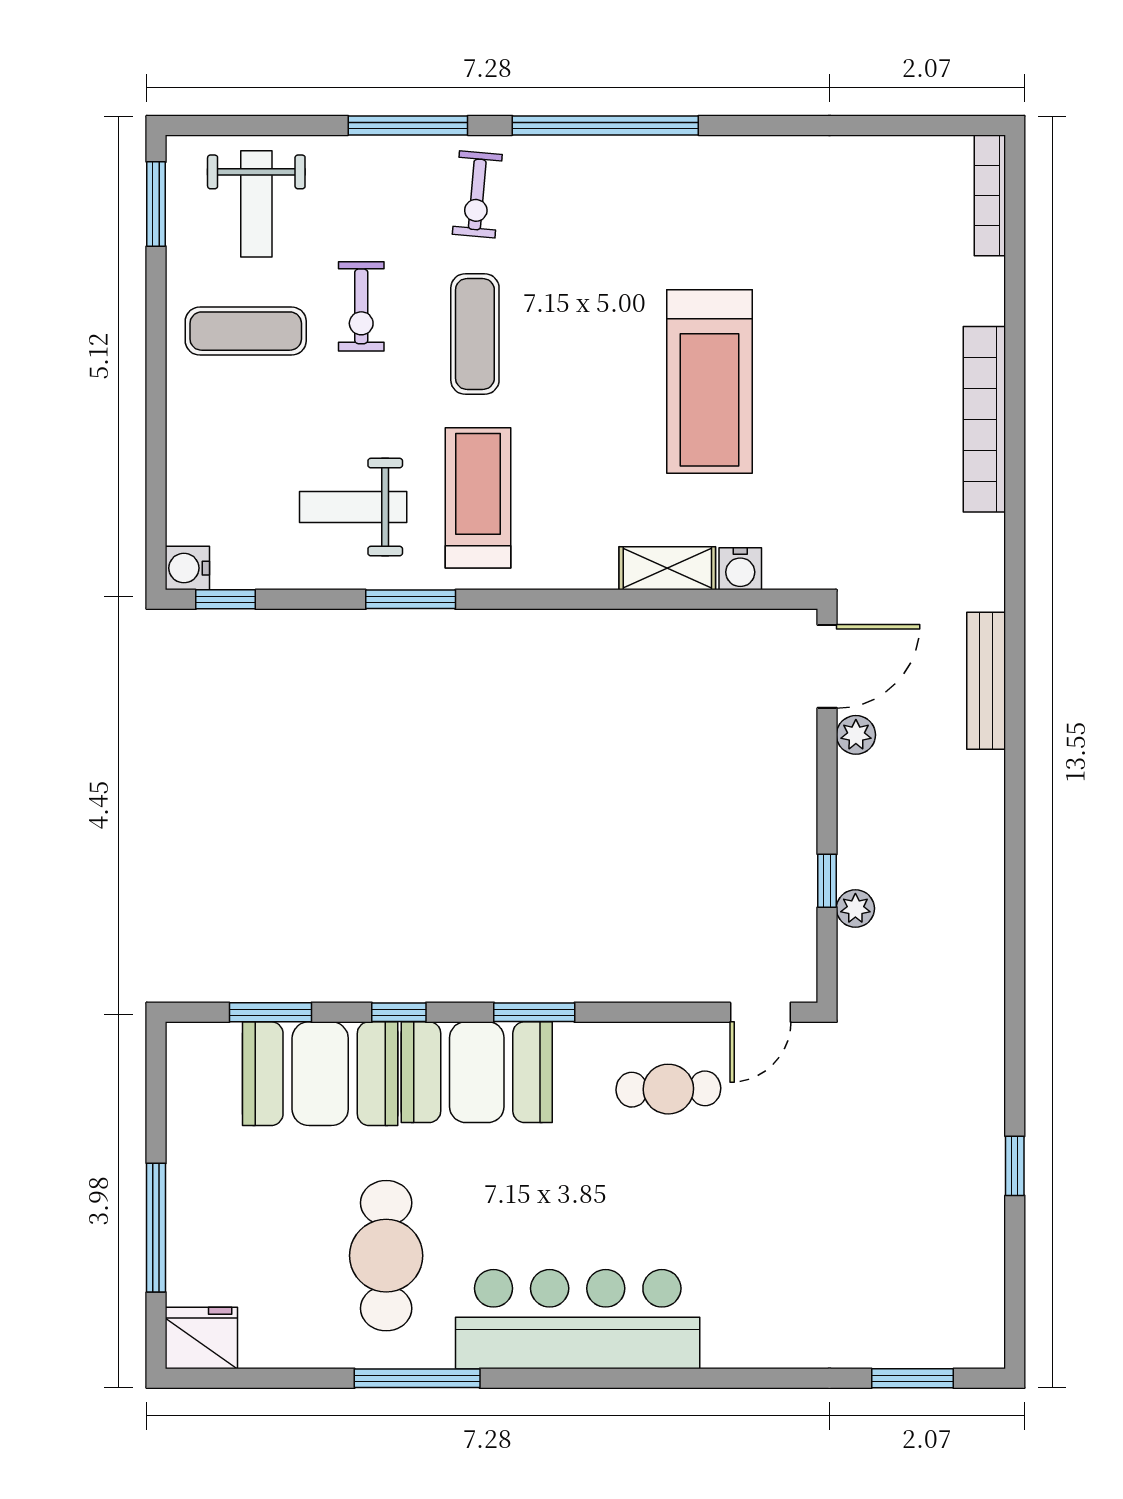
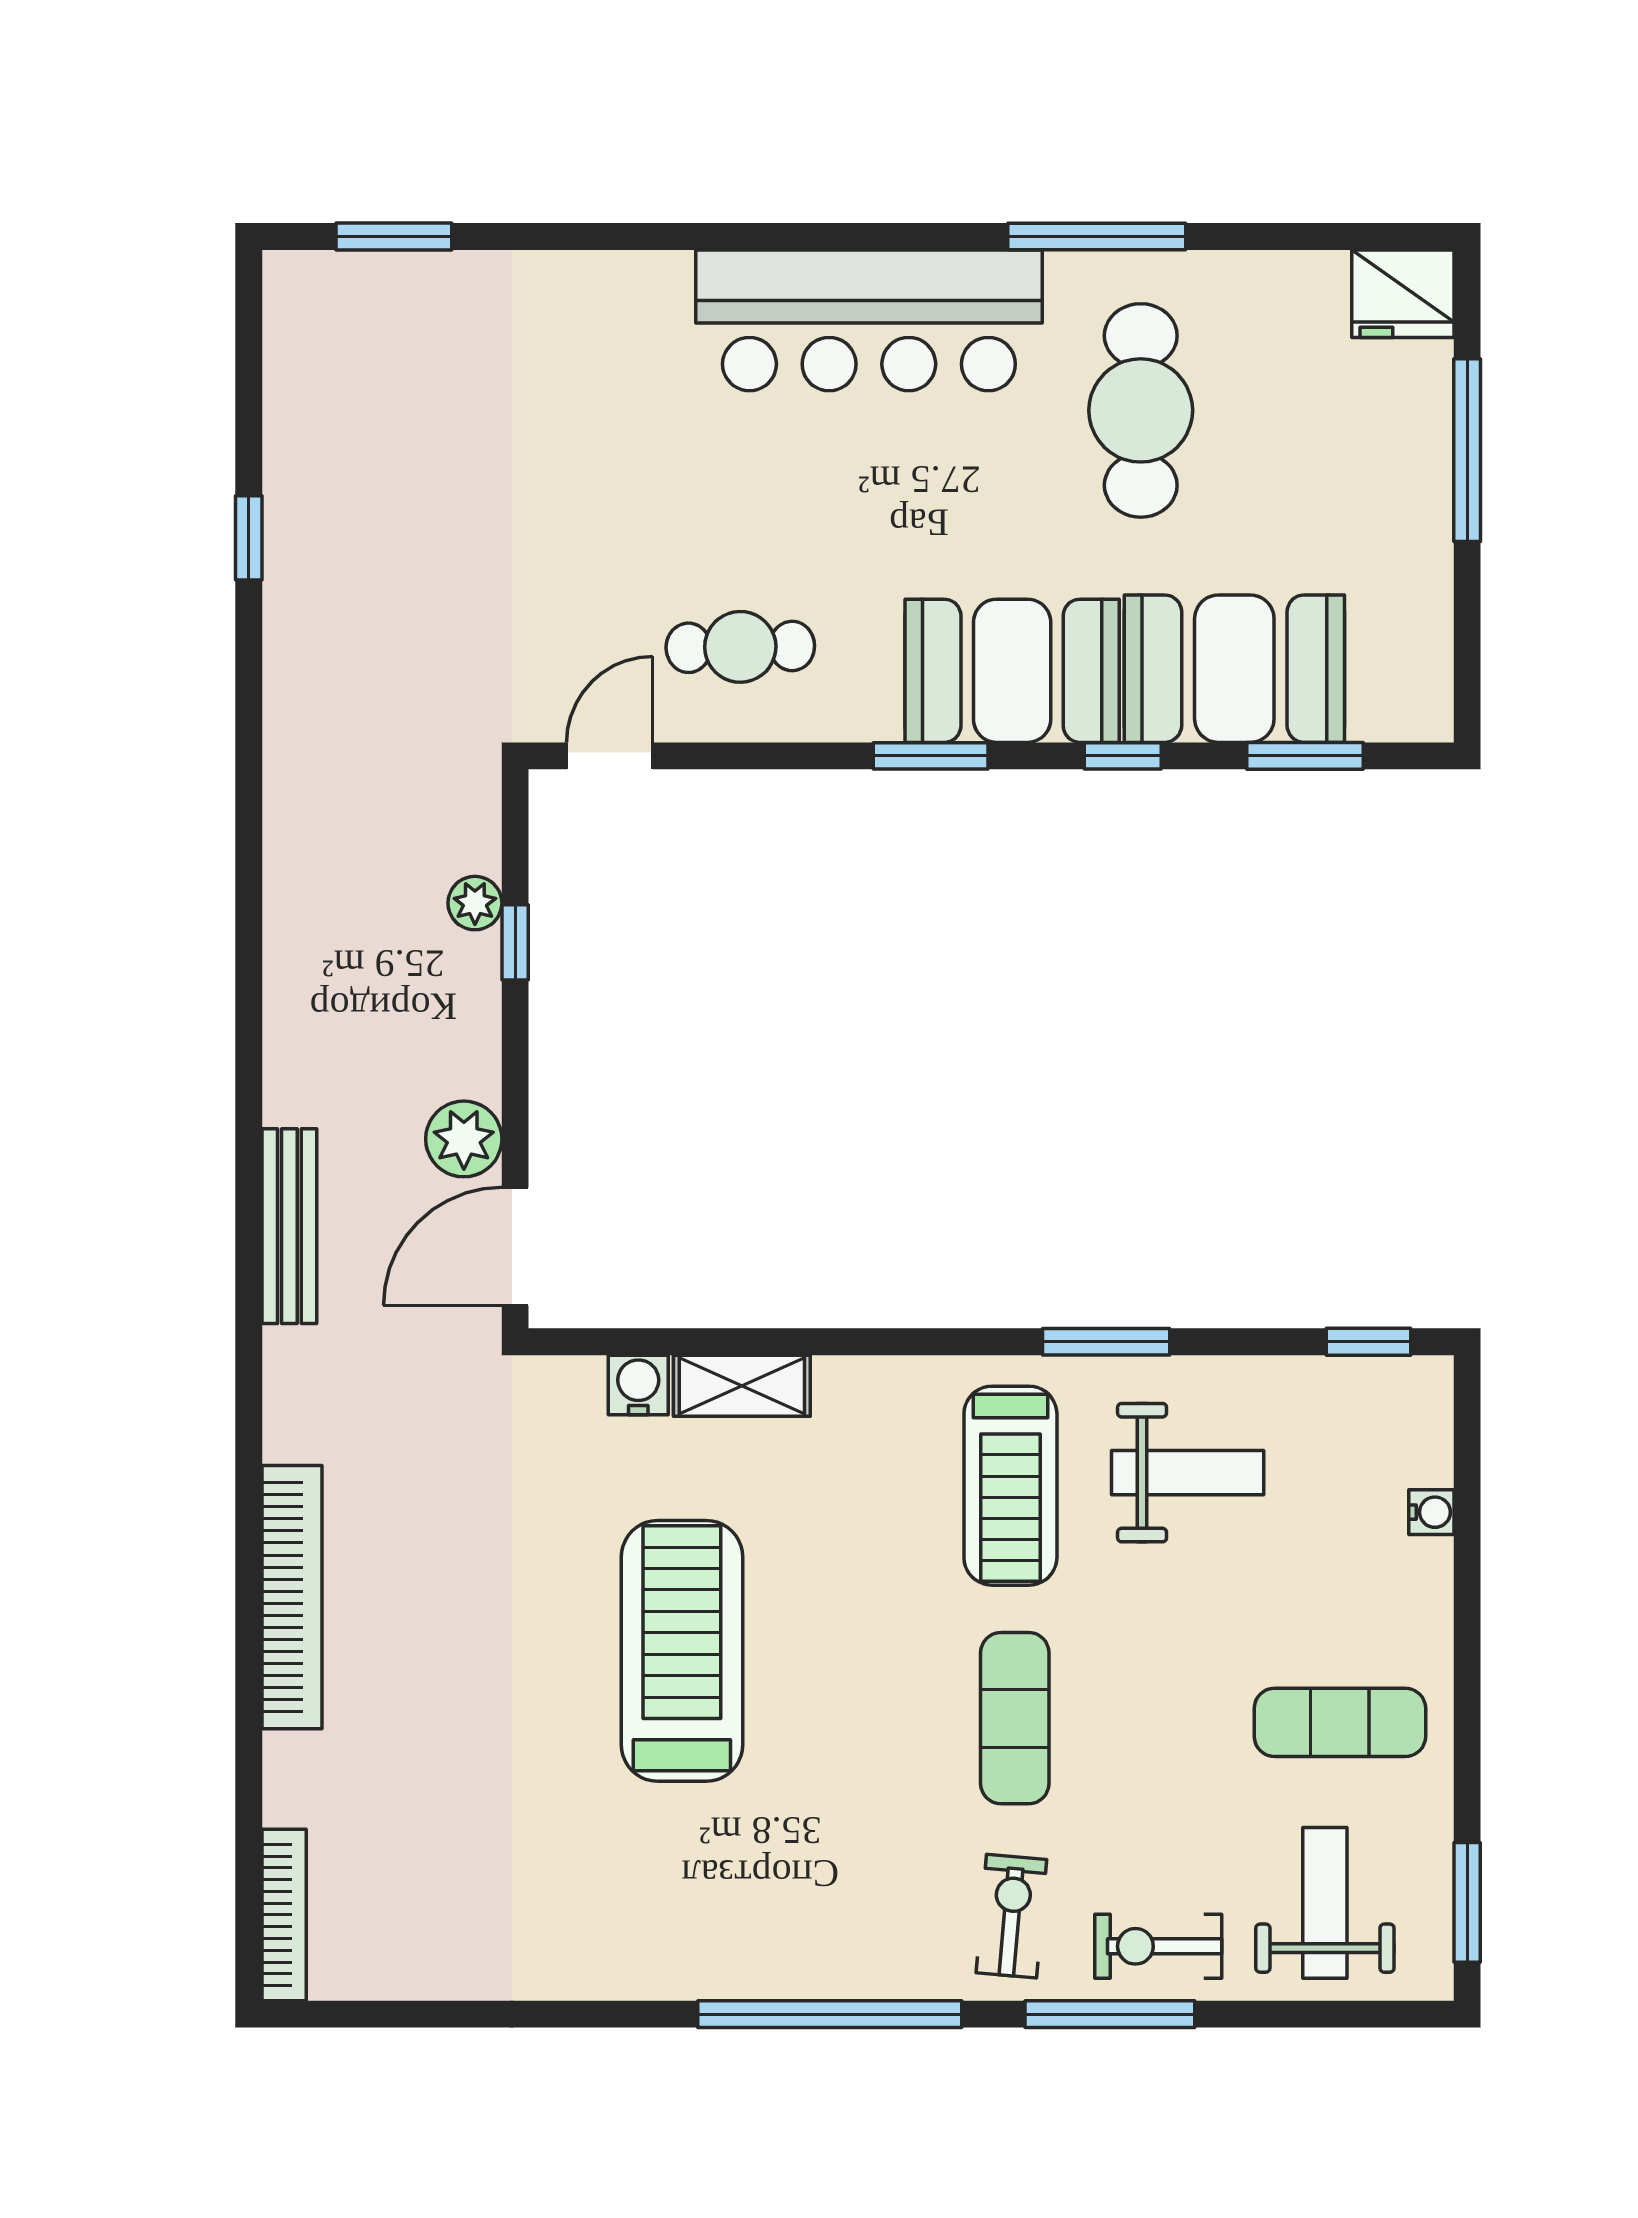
exercise bike: (361, 306) -> (1158, 1946), moved, turned -90
water cooler: (187, 568) -> (1431, 1512), moved, width x0.72, depth x0.72
plant: (856, 735) -> (464, 1139), width x1.38, depth x1.38

